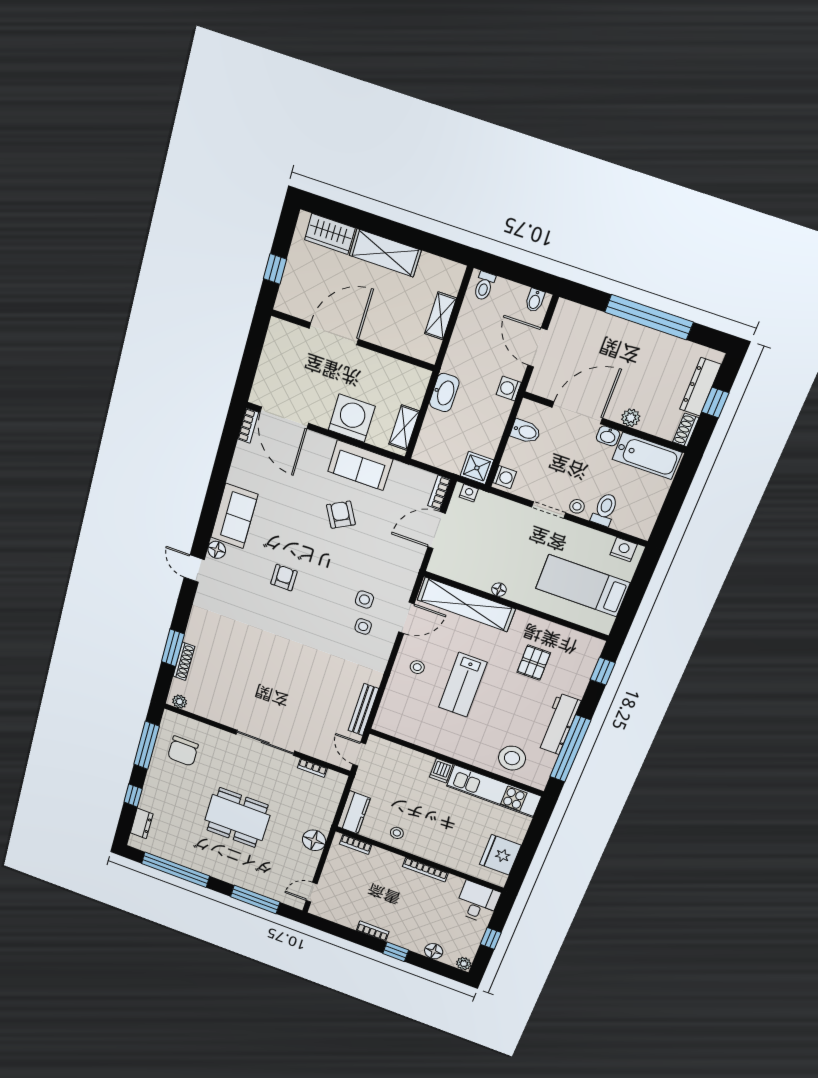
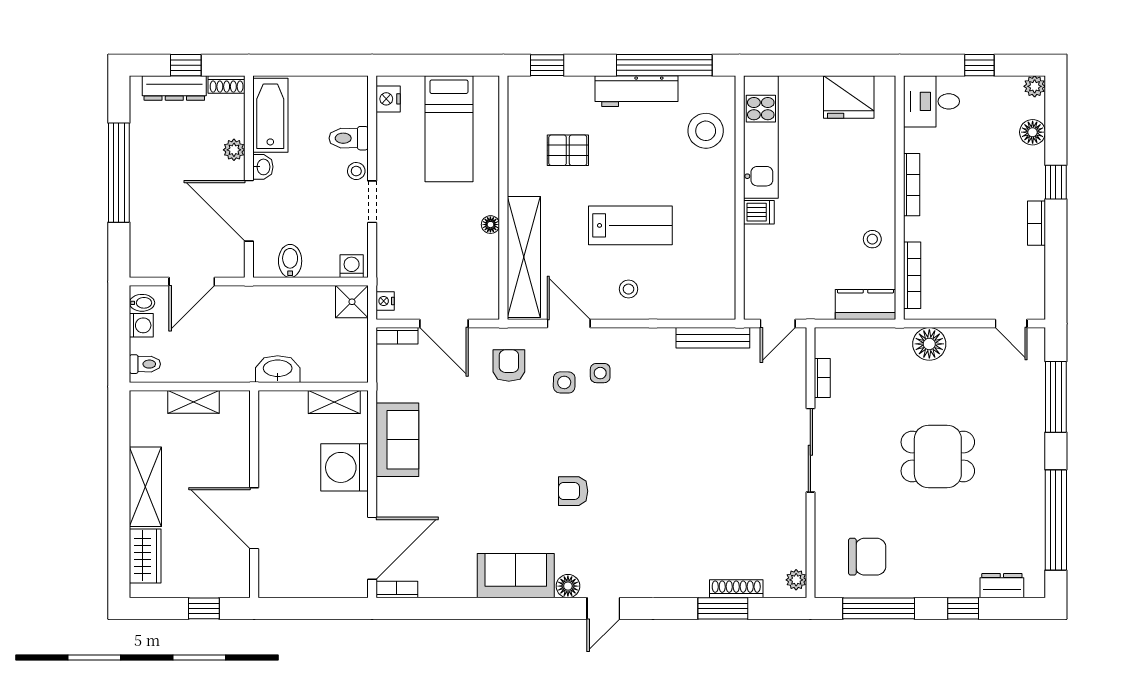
washing machine: (509, 388) -> (141, 325), moved, turned -90
armchair: (341, 515) -> (509, 366), moved, turned 119
dining table: (237, 818) -> (938, 456), width x0.73
bookcase: (356, 844) -> (912, 275), width x1.56

